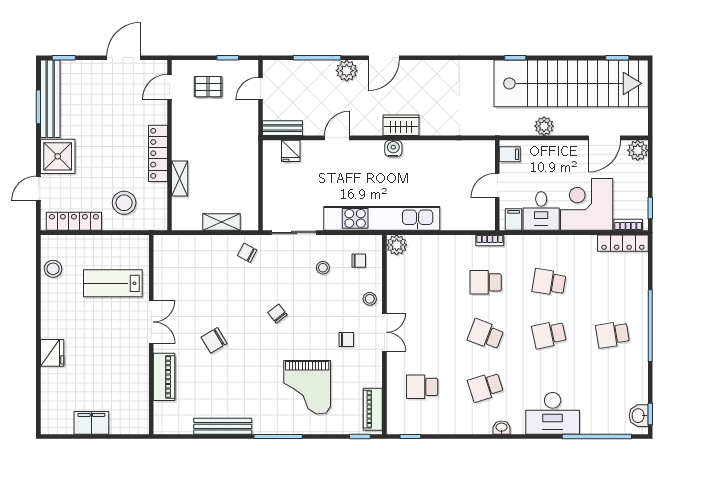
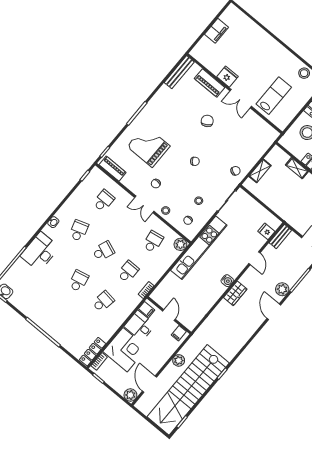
school desk: (613, 335) -> (153, 242), moved
fridge: (52, 353) -> (227, 77), moved, turned 180
bench: (223, 426) -> (179, 72), moved

